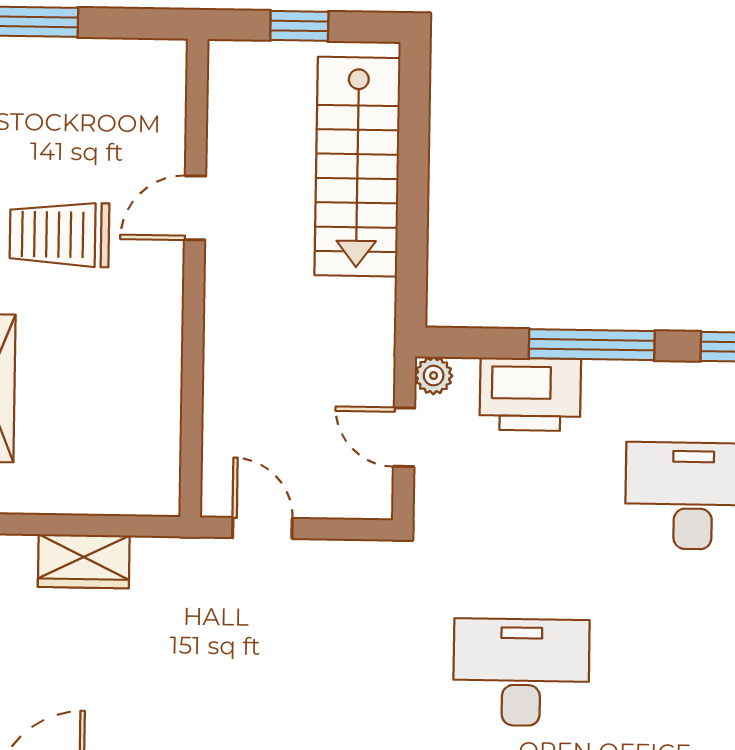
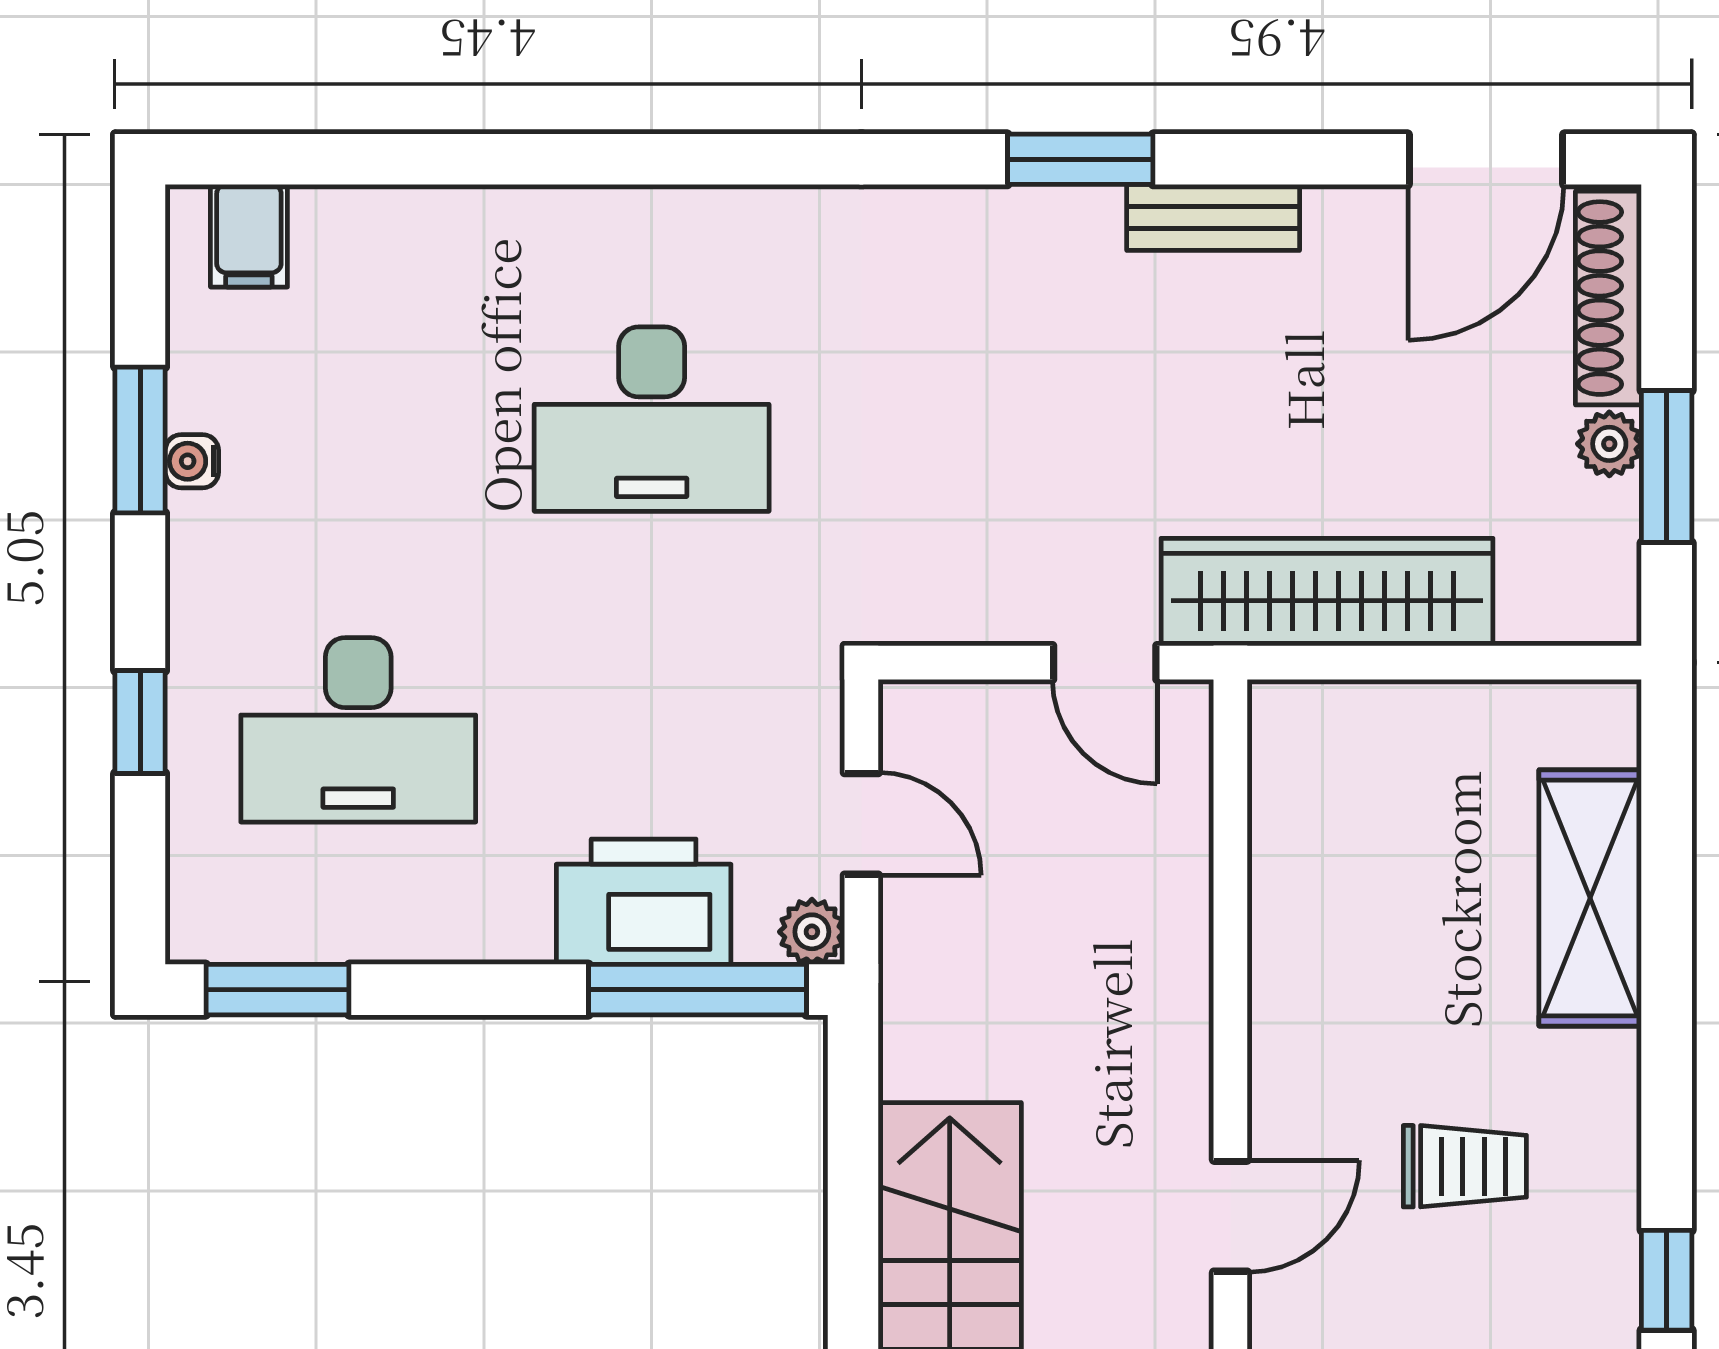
trolley: (60, 235) -> (1465, 1166), width x0.73, depth x0.72
window: (592, 345) -> (698, 990), moved
wardrobe: (84, 561) -> (1327, 592), width x2.10, depth x1.17

